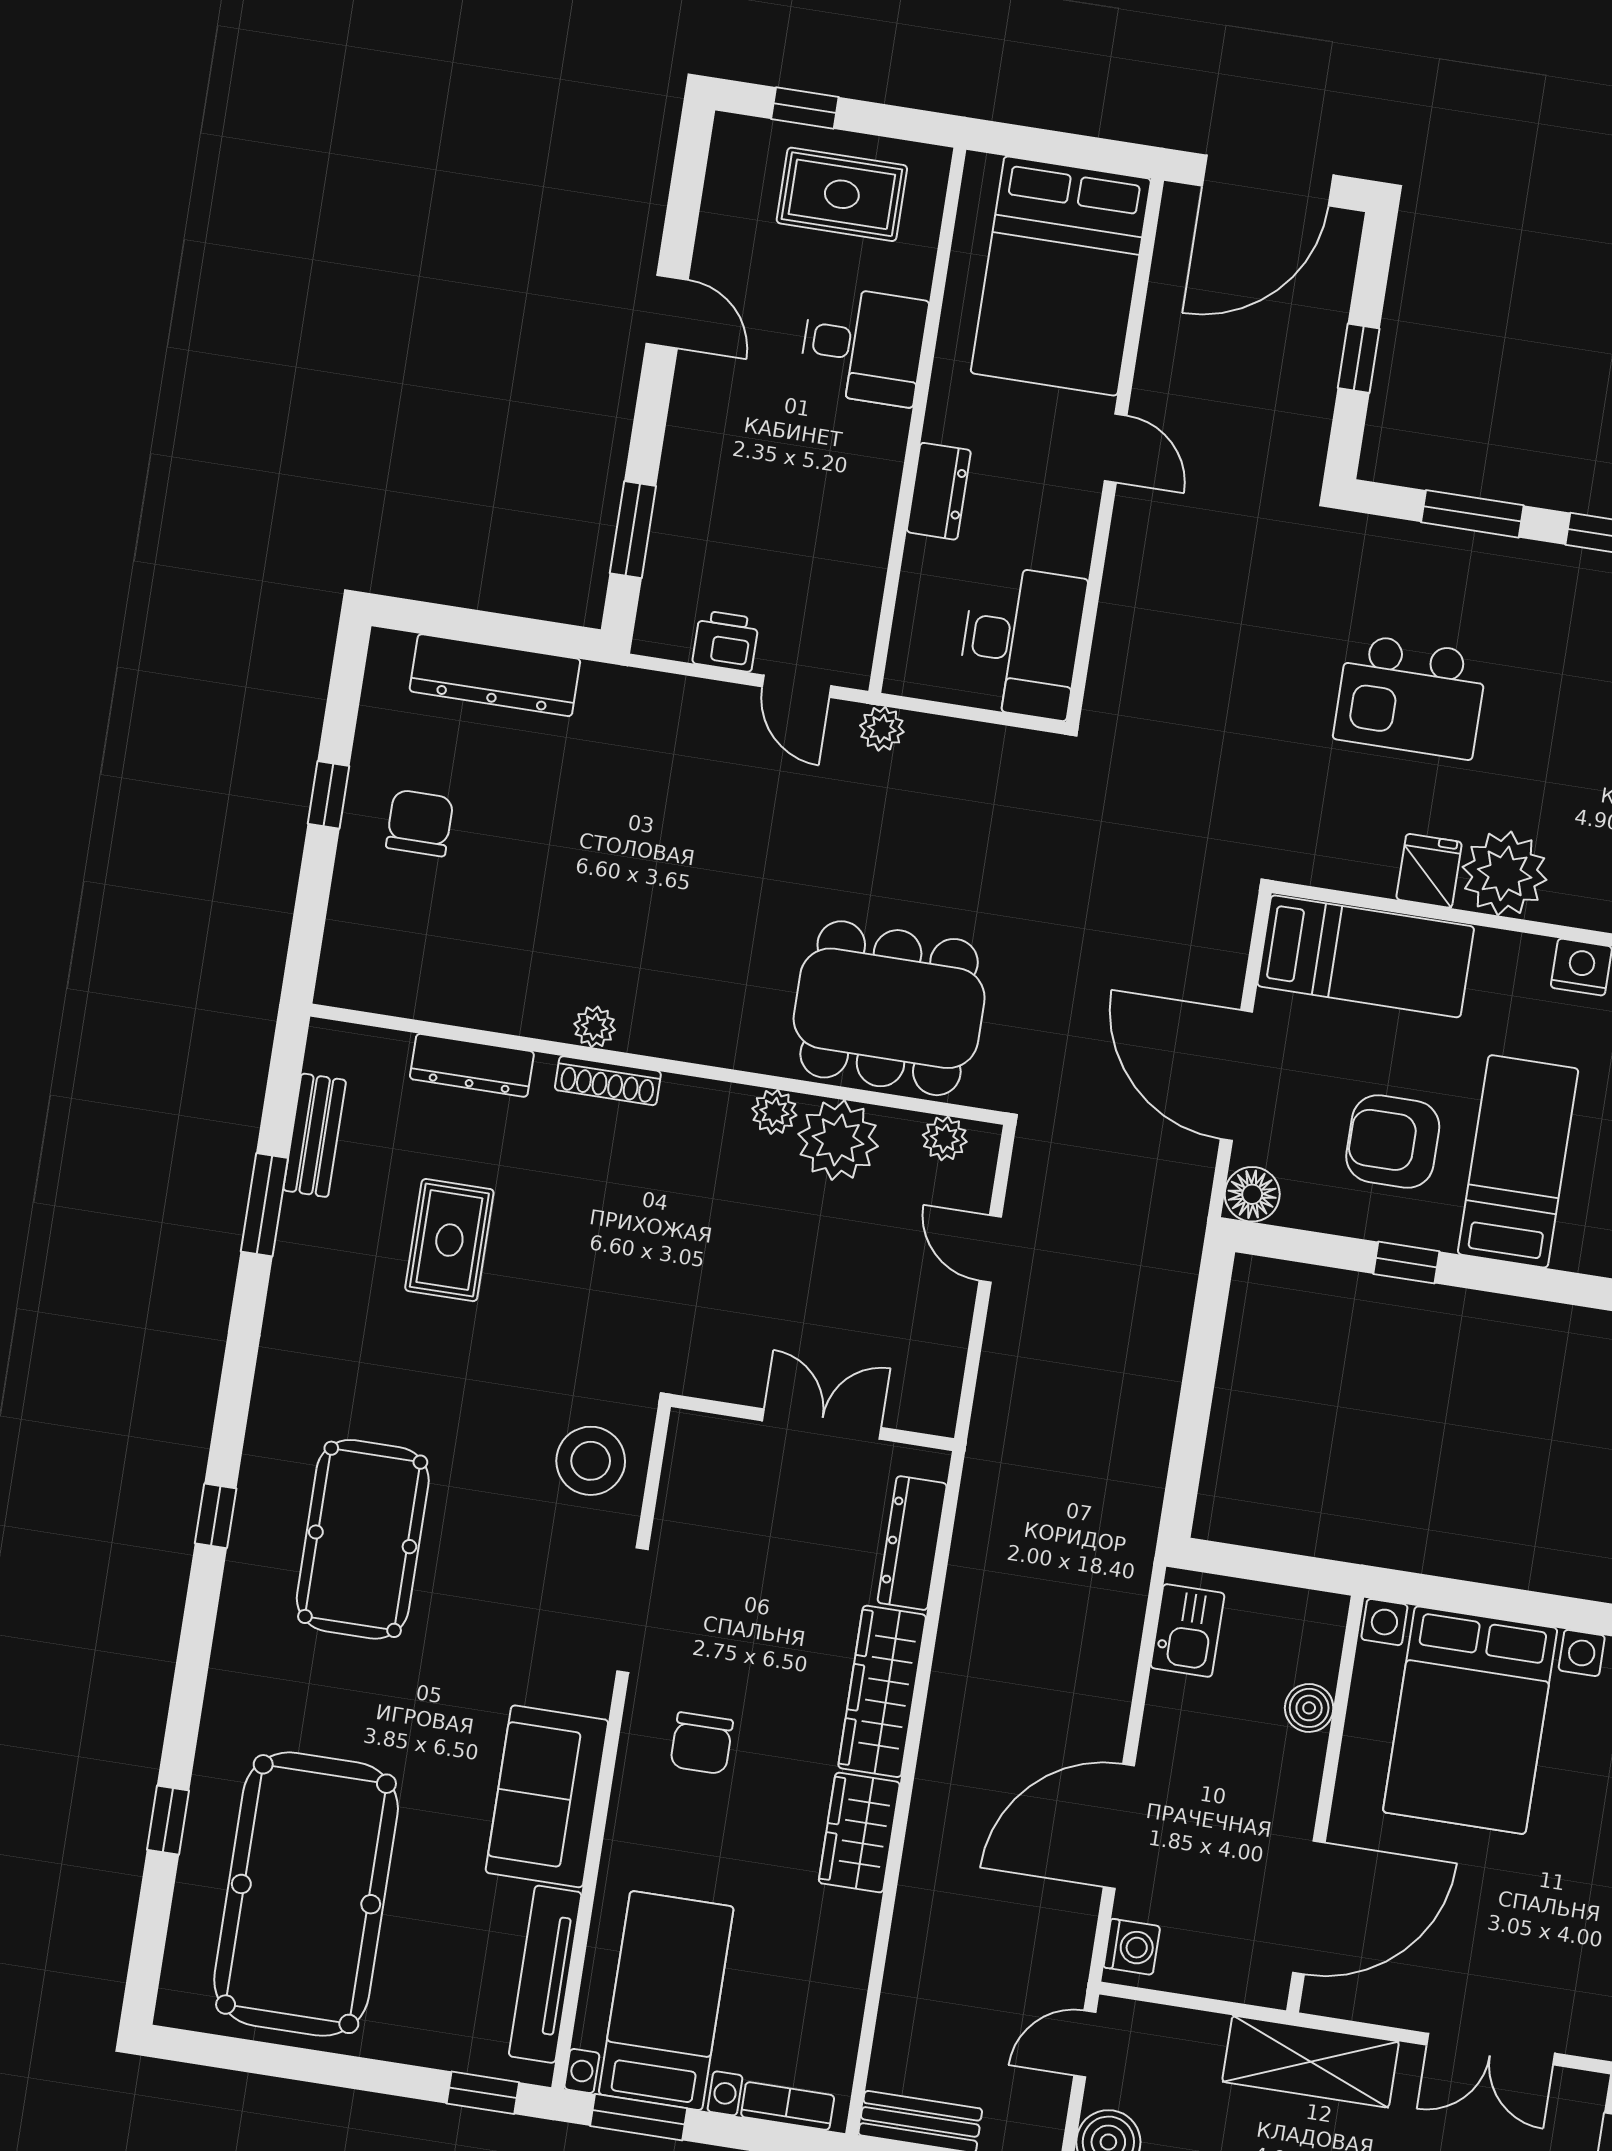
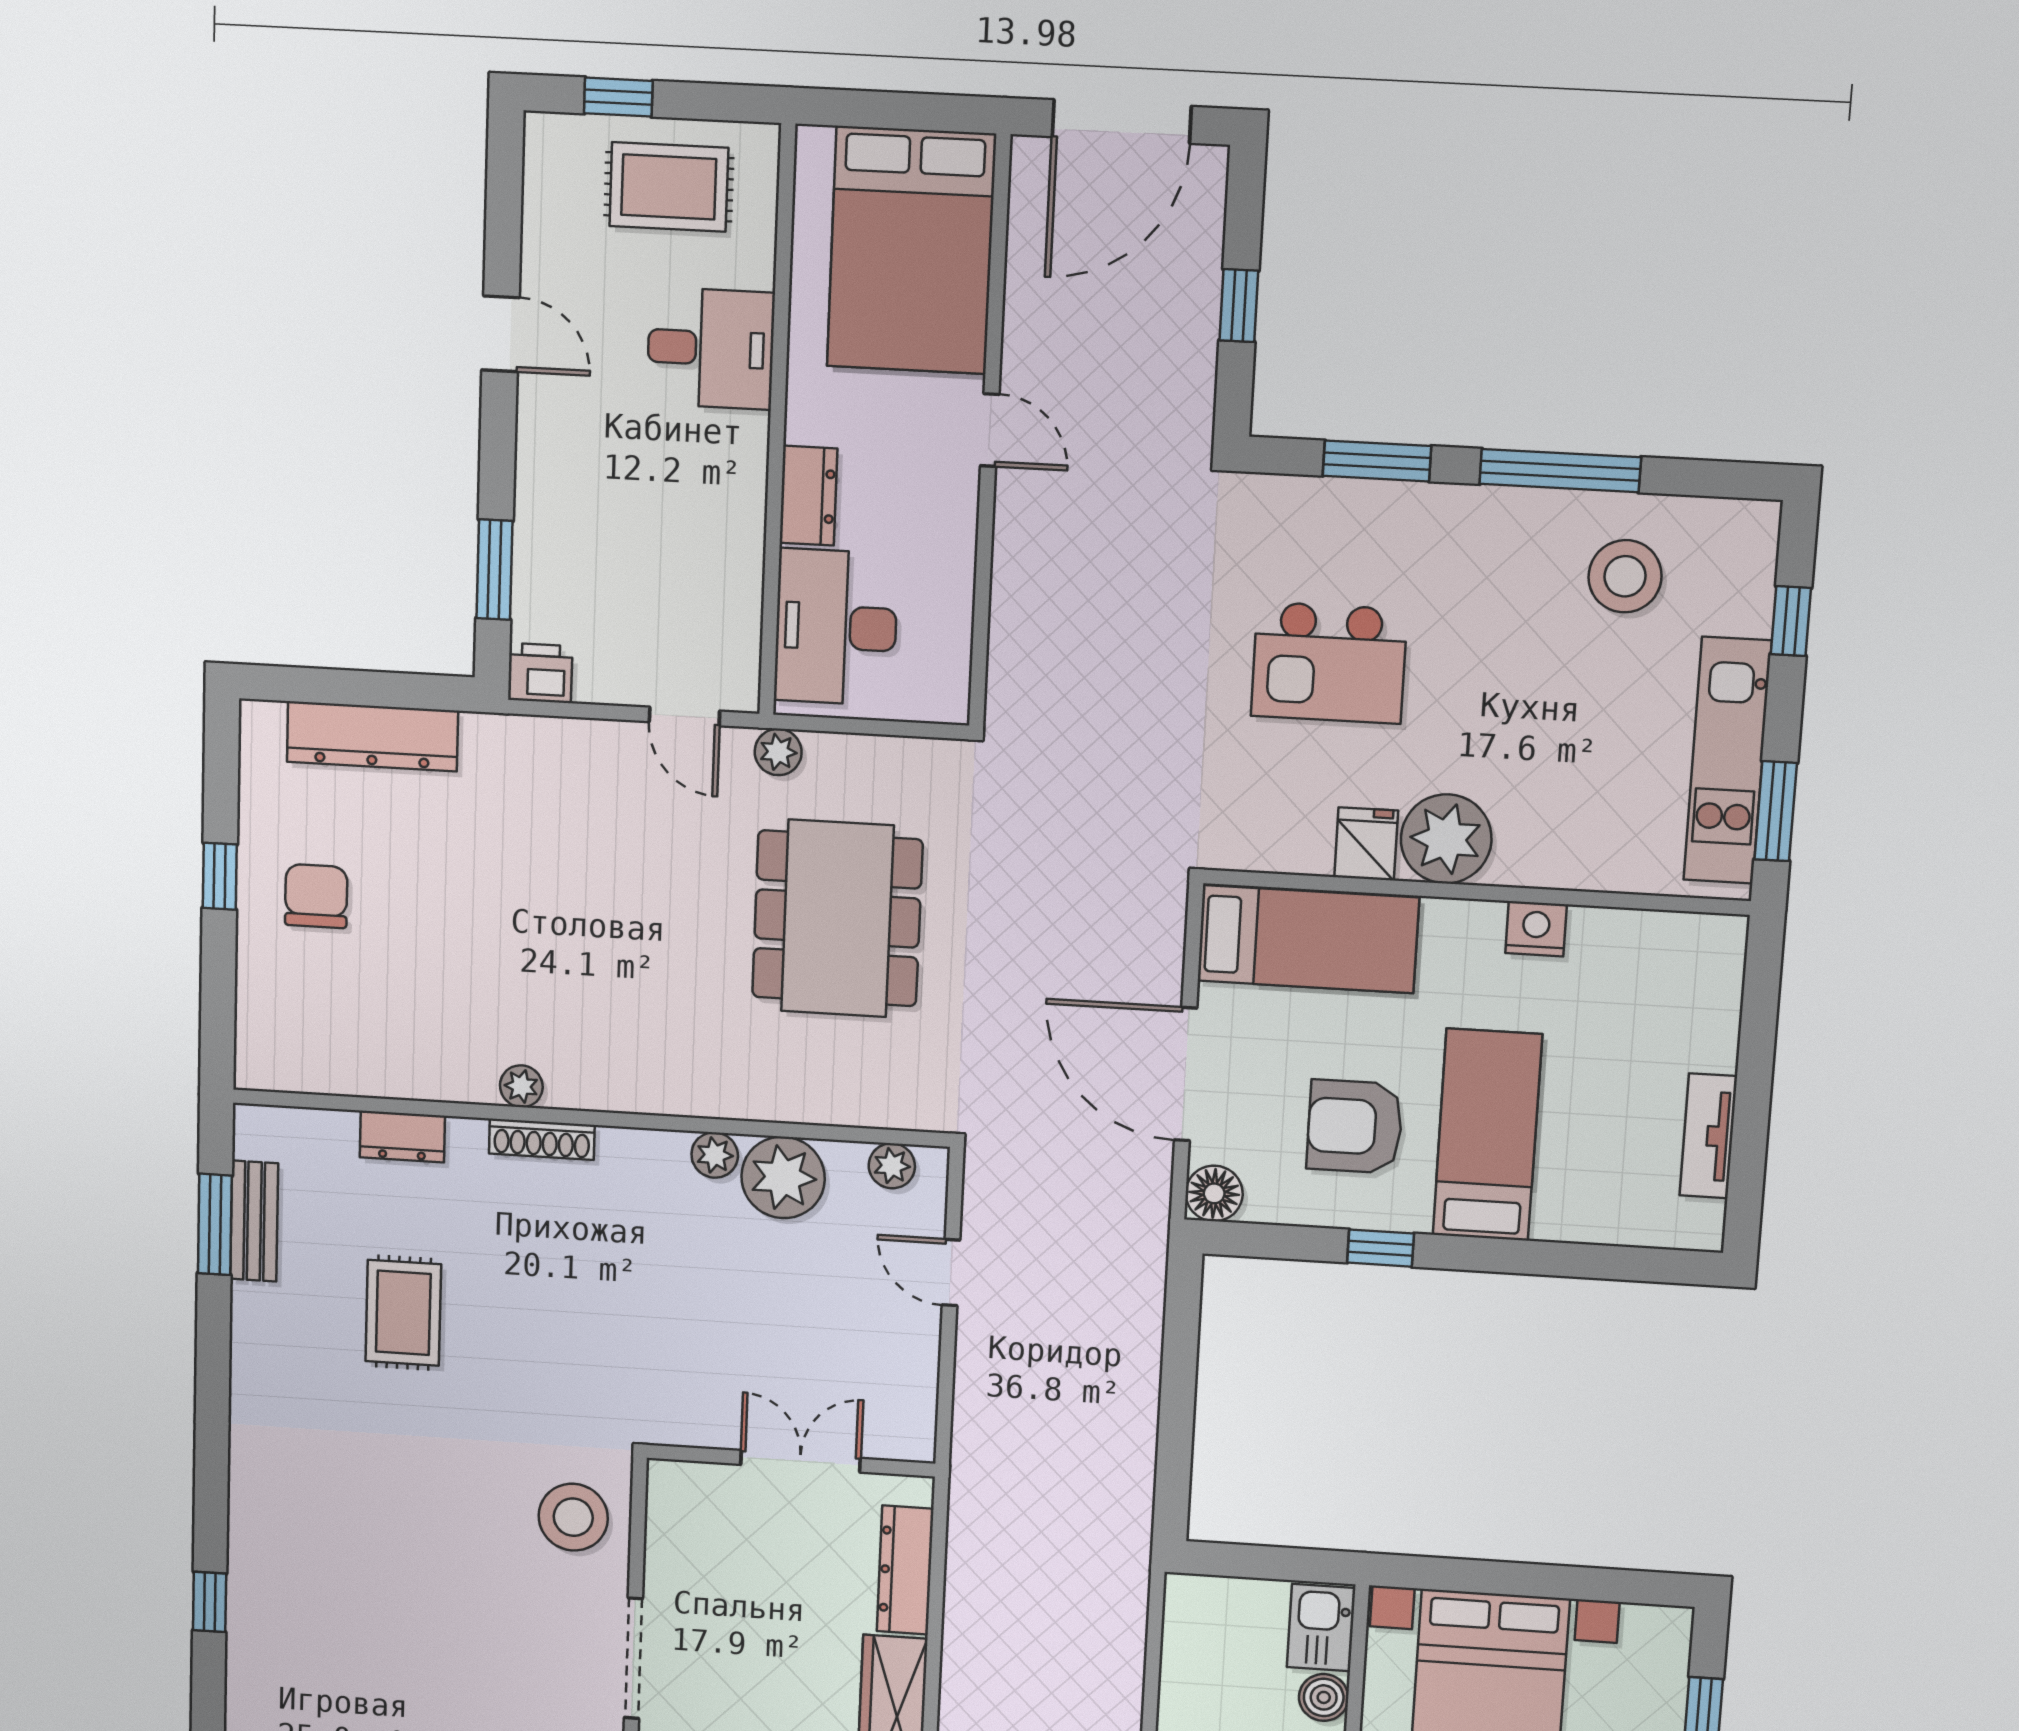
printer: (726, 641) -> (540, 673), moved
desk: (1021, 642) -> (836, 627), moved, turned 180
dining table: (889, 1008) -> (837, 918), moved, turned 90
dresser: (472, 1065) -> (402, 1137), width x0.70
window: (264, 1205) -> (215, 1224), moved
pool table: (363, 1539) -> (357, 1612), removed
kitchen sink: (1187, 1630) -> (1321, 1628), moved, turned 180

